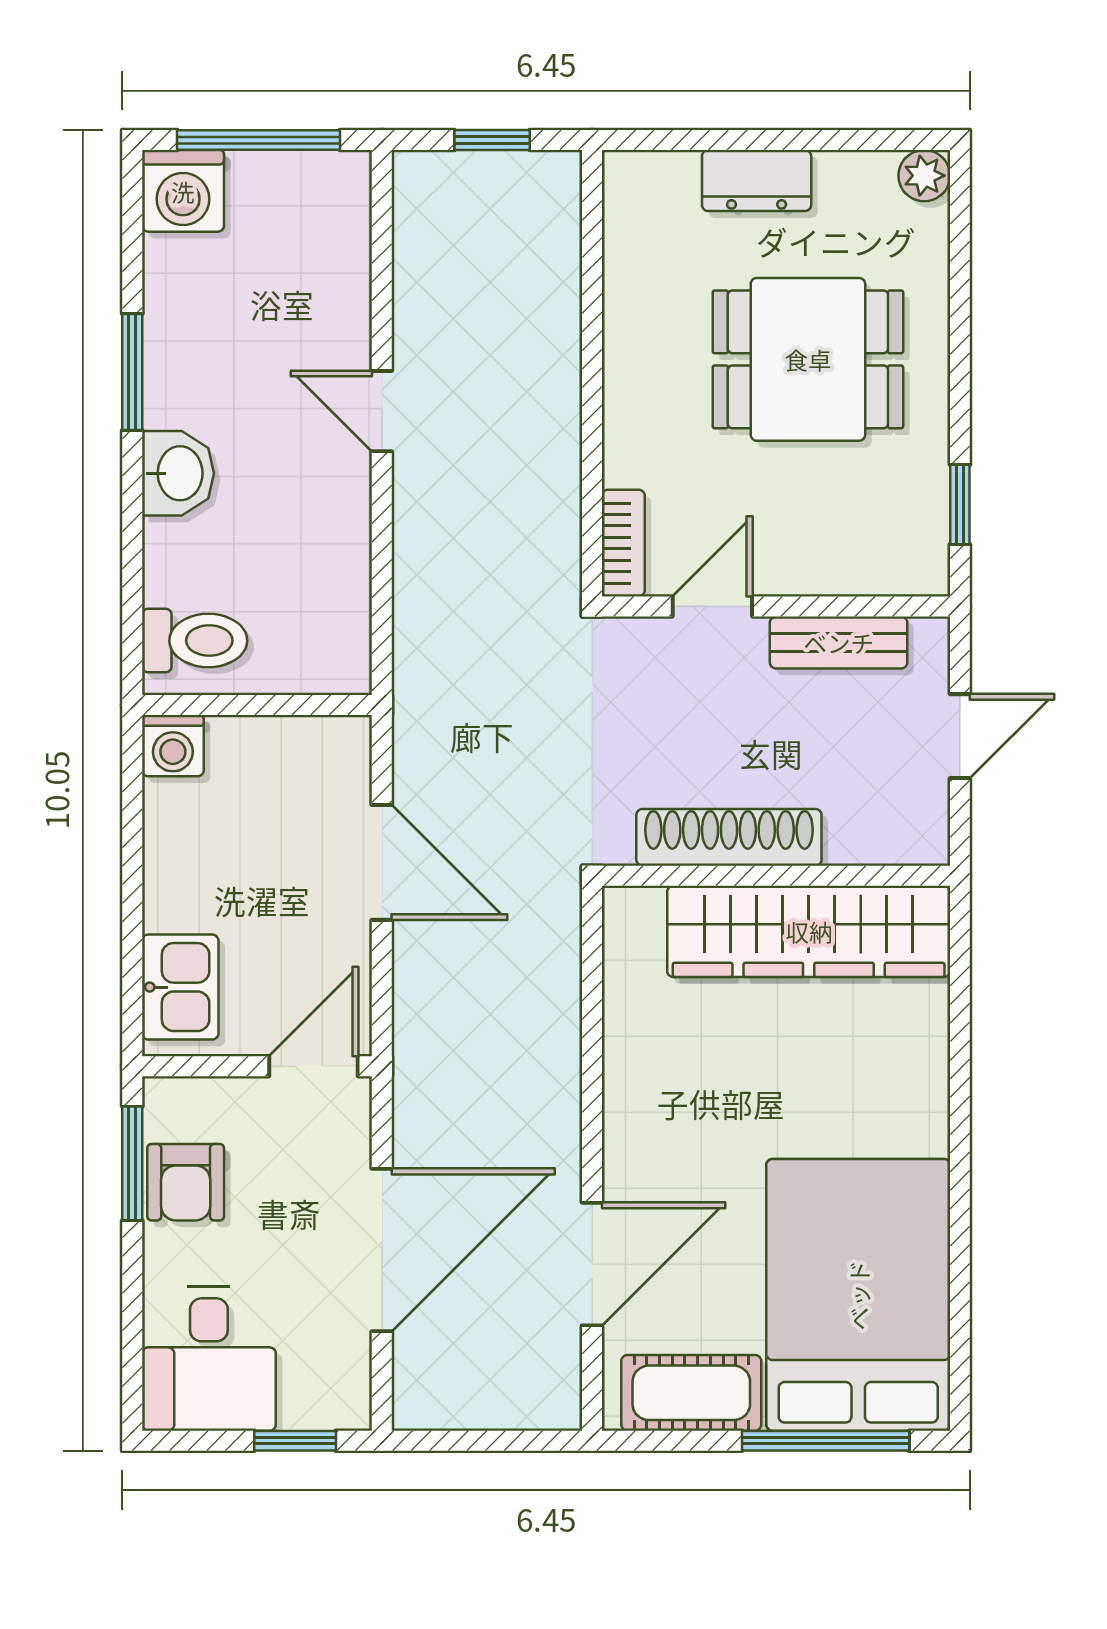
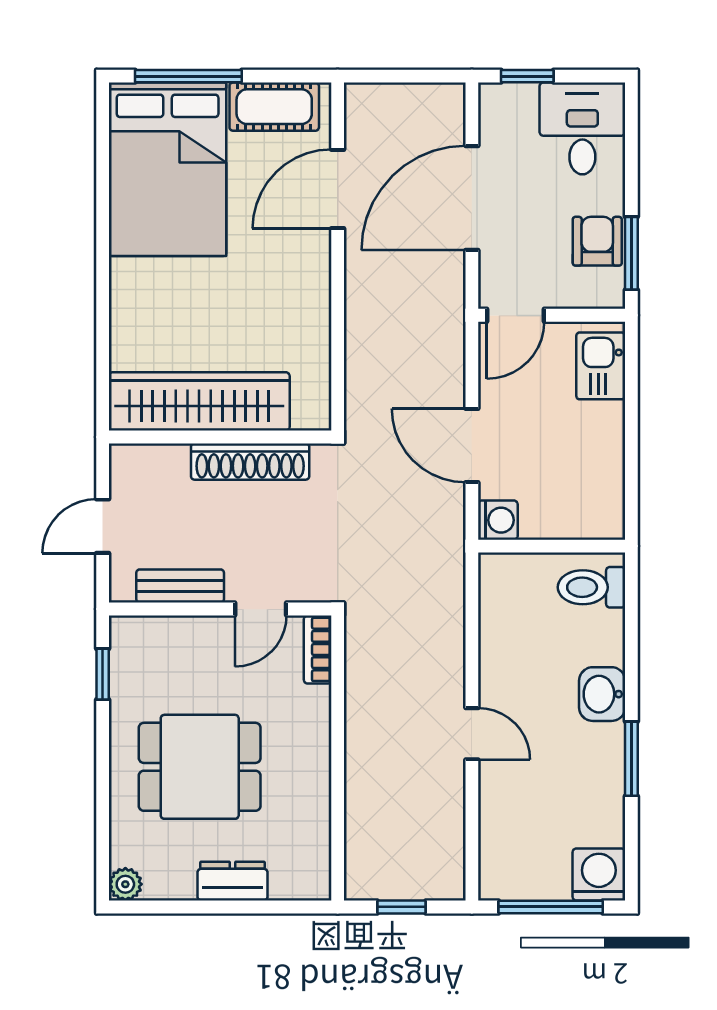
washing machine: (173, 746) -> (498, 520), moved, turned 90

